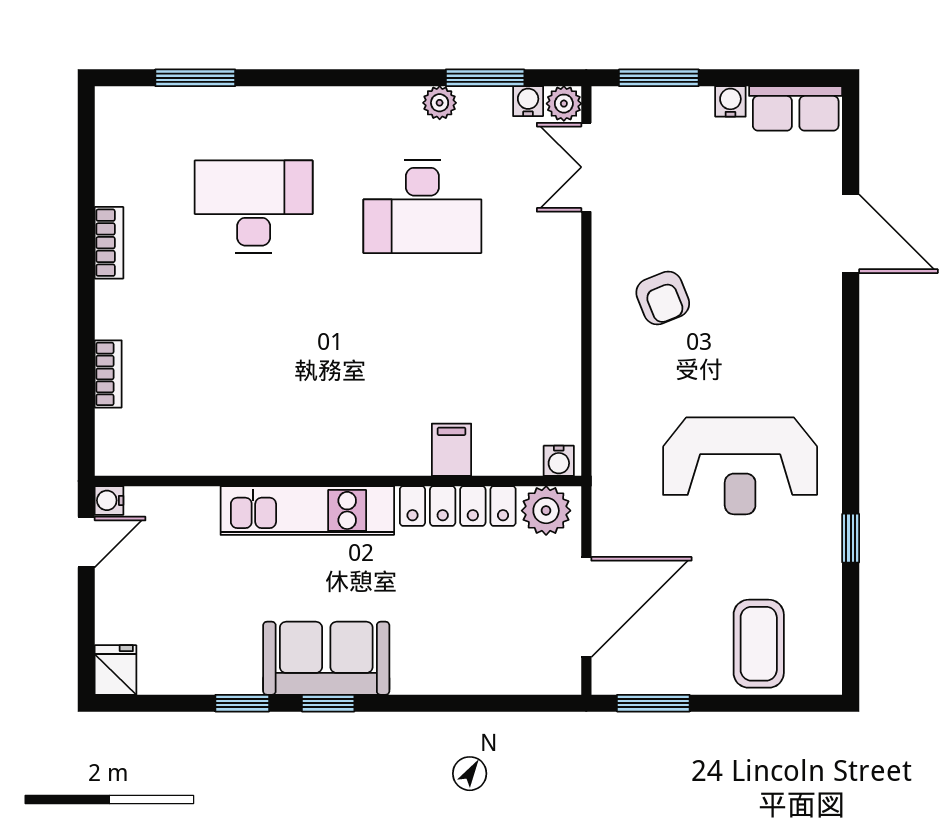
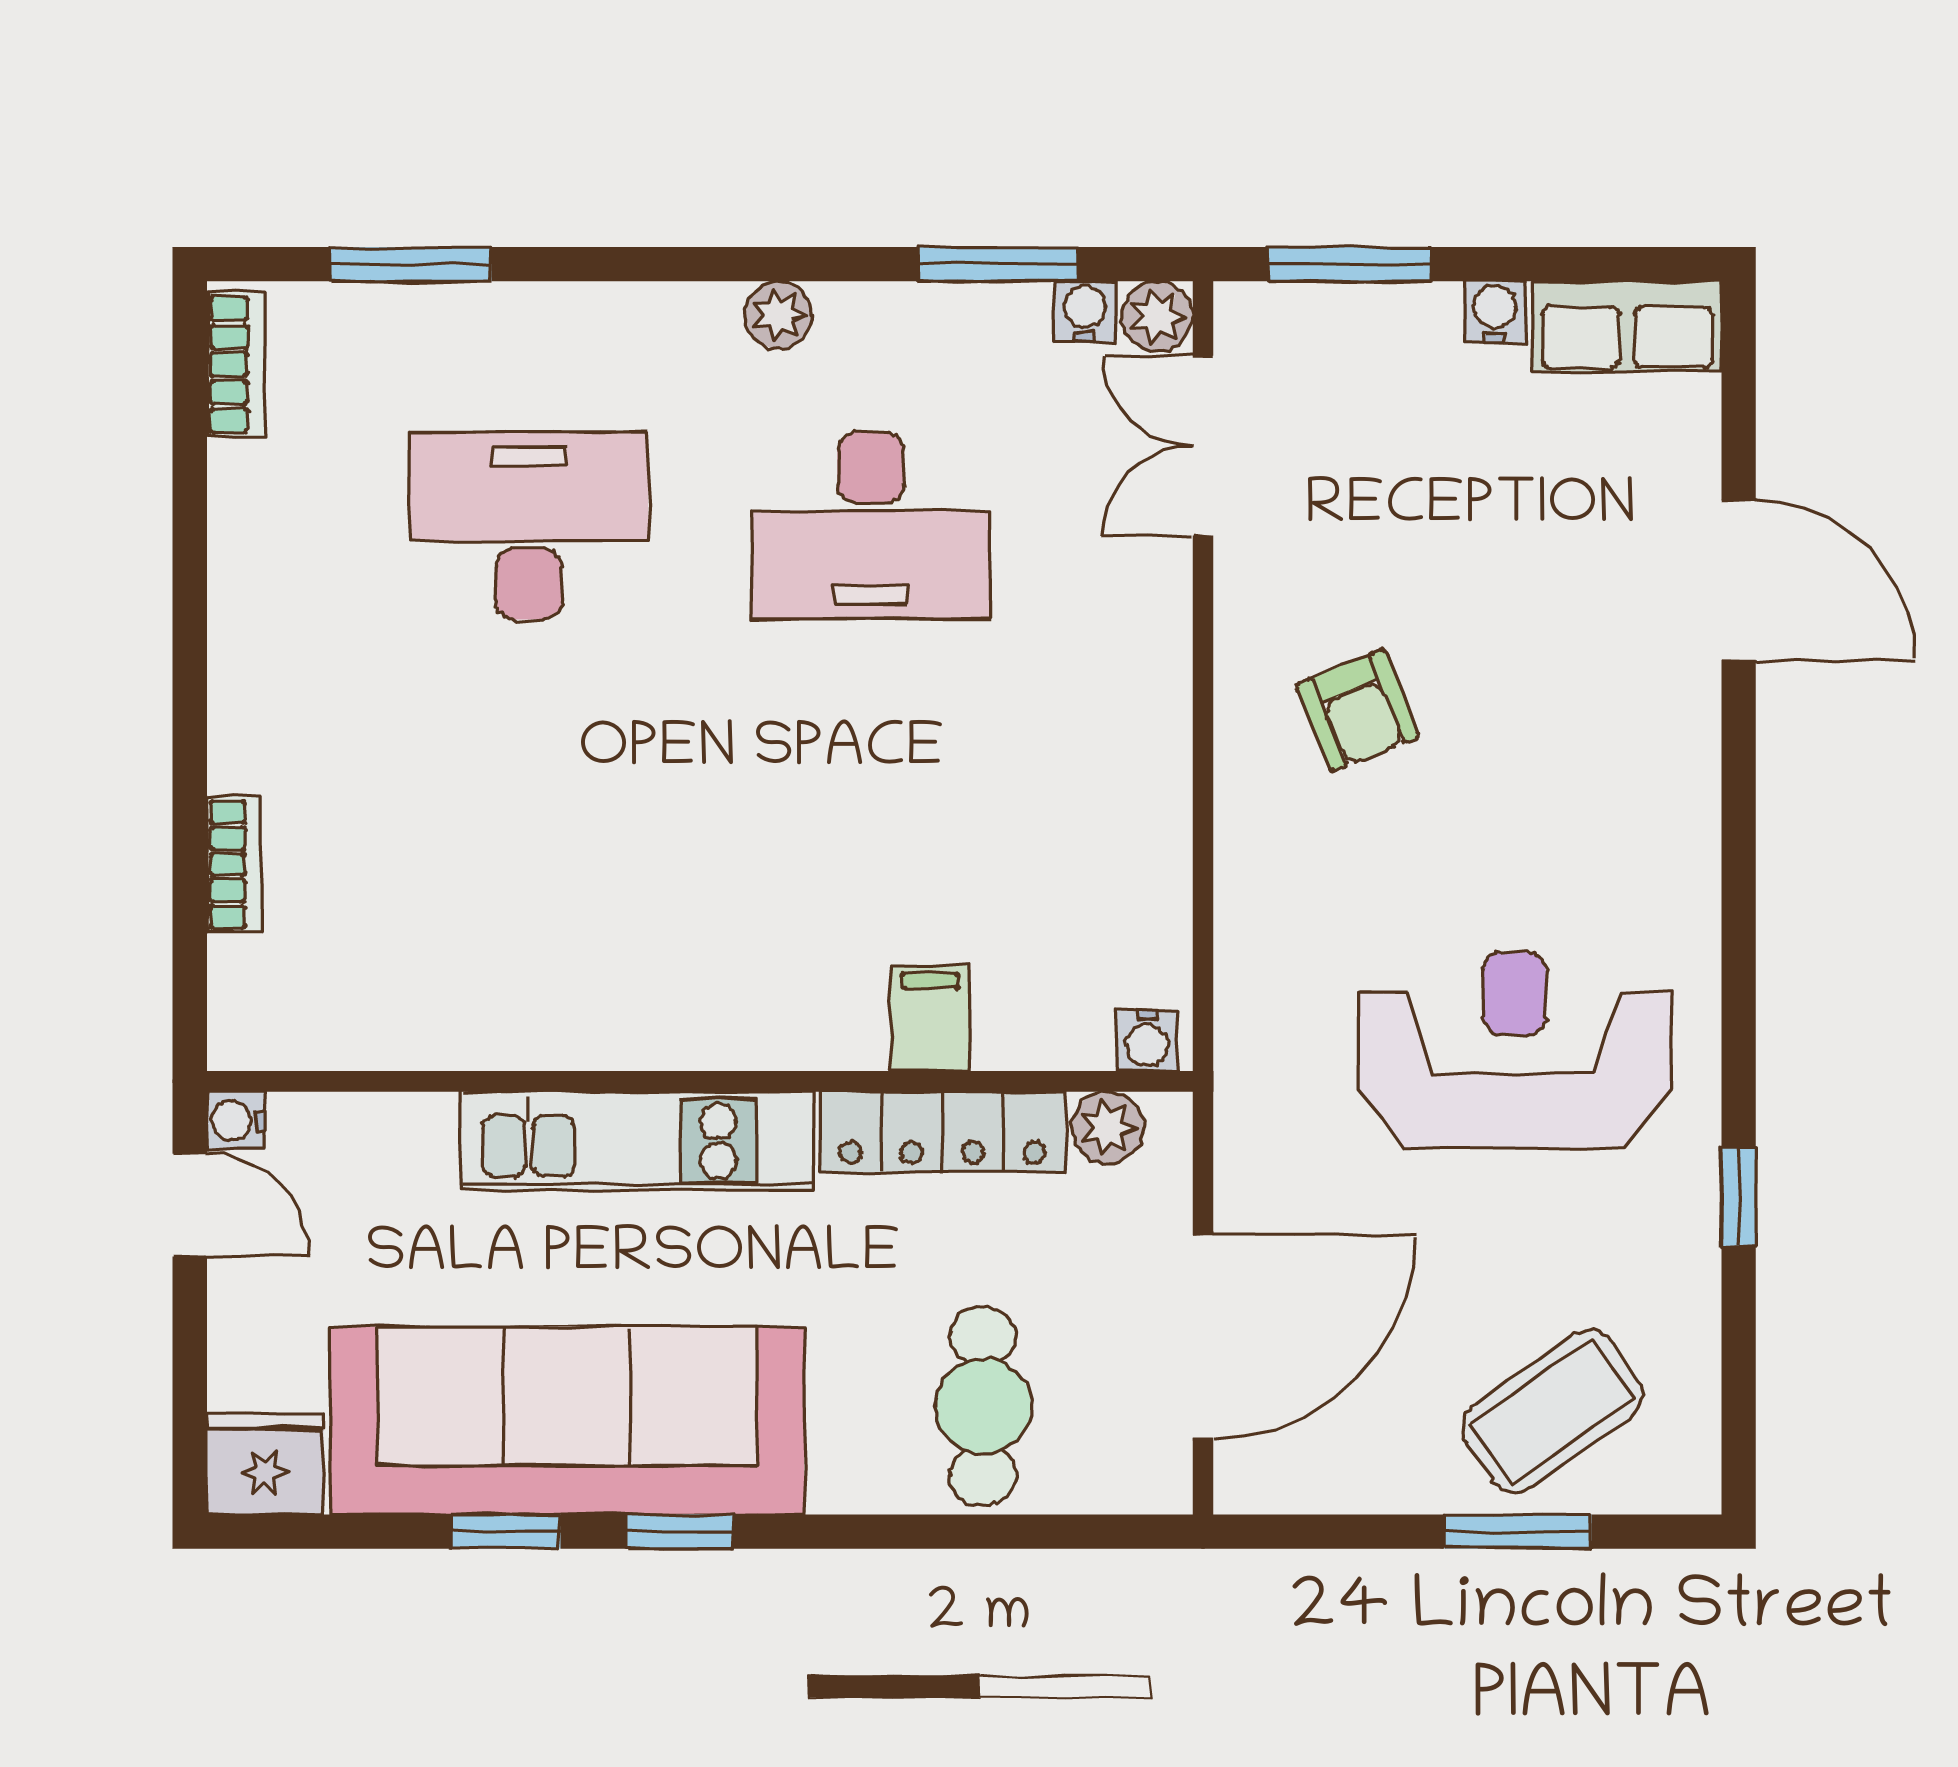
plant: (440, 103) -> (779, 315), moved
bookcase: (109, 243) -> (236, 365), moved
reception desk: (740, 466) -> (1515, 1051), turned 180
plant: (546, 511) -> (1108, 1128), width x0.73, depth x0.73
door: (86, 542) -> (190, 1205), hinge flipped
cafe table: (478, 641) -> (983, 1406), added
coffee table: (759, 644) -> (1552, 1411), turned 55
sofa: (326, 658) -> (567, 1421), width x1.85, depth x1.27
fridge: (115, 670) -> (265, 1464), width x1.38
window: (653, 703) -> (1518, 1532), moved

